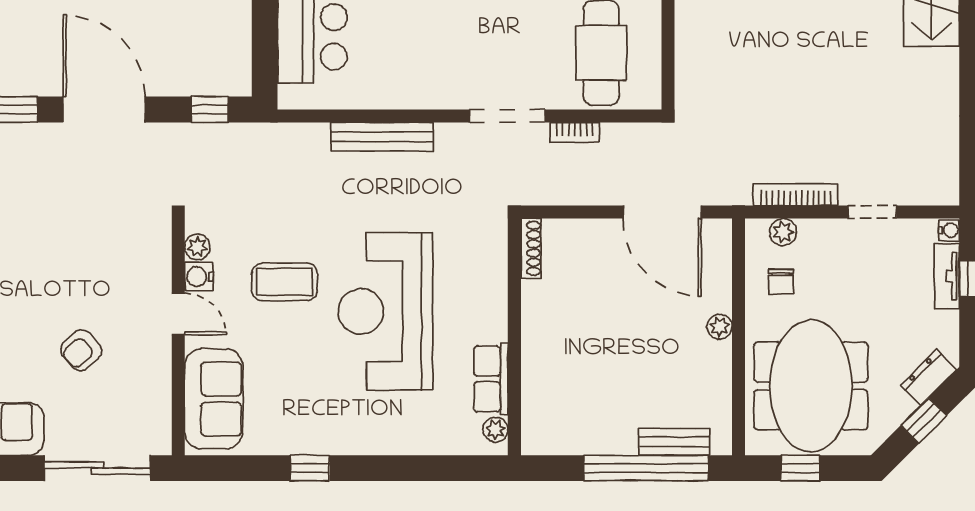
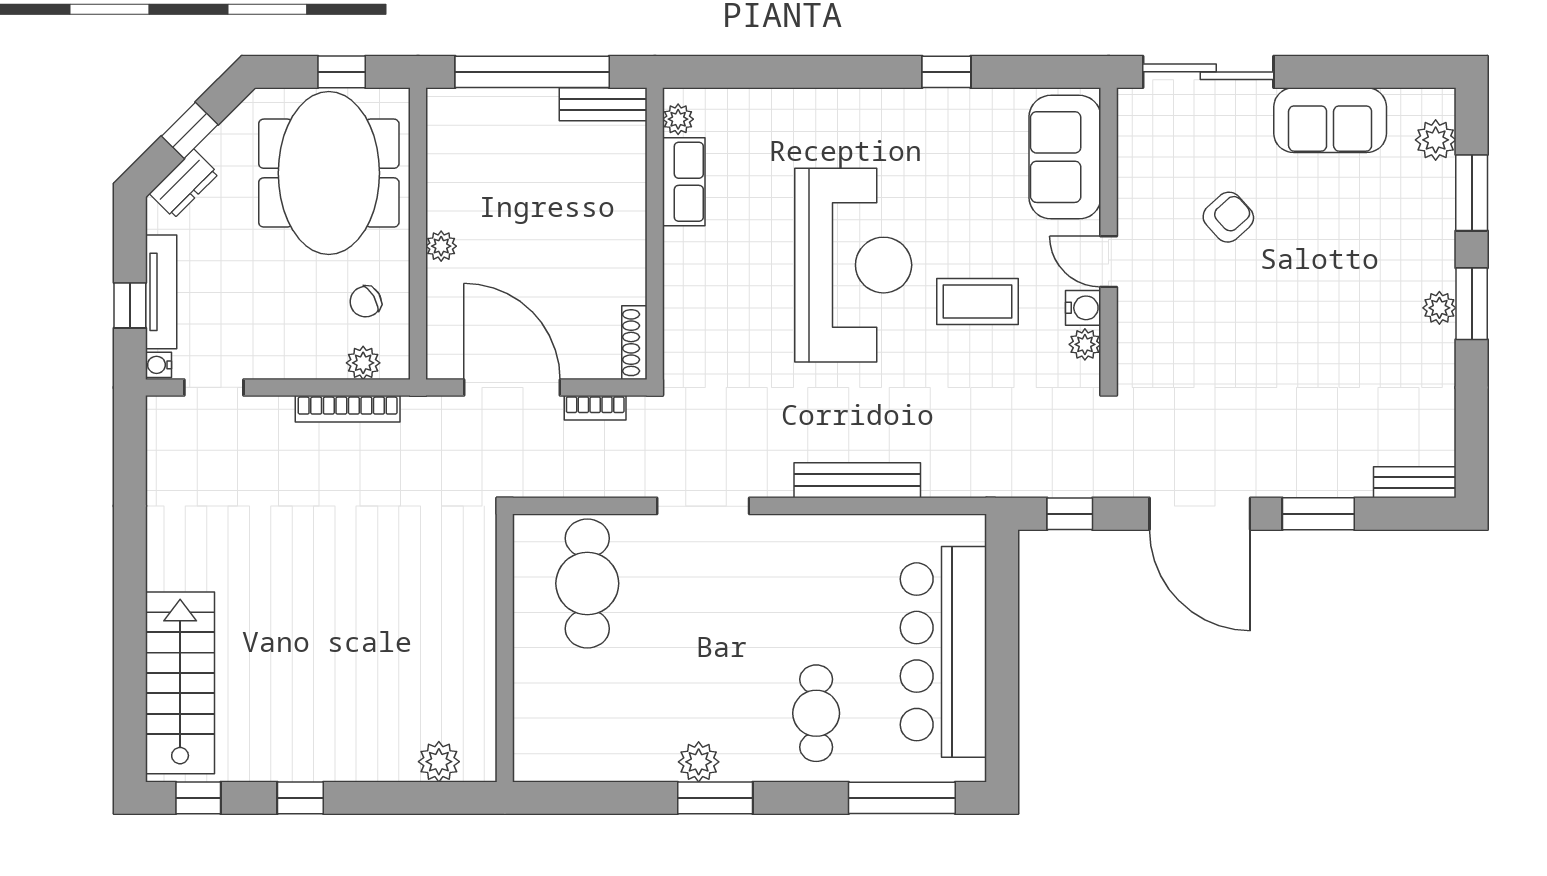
bookcase: (575, 132) -> (595, 408), moved, turned 180
doorway: (872, 212) -> (214, 387), moved
shoe rack: (531, 248) -> (634, 343), moved
tv unit: (947, 276) -> (161, 292), width x1.41
chair: (781, 282) -> (366, 302), turned -120
wall: (514, 337) -> (655, 234), moved
row of seats: (491, 379) -> (684, 182), moved
plant: (496, 430) -> (678, 119), moved
bench: (674, 442) -> (603, 104), moved

